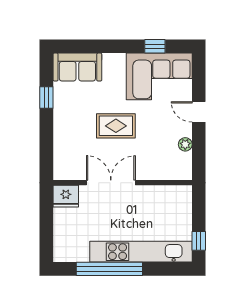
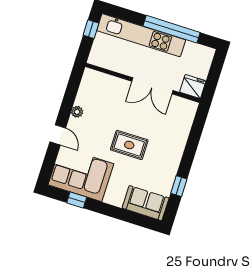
double door: (111, 183) -> (152, 86), moved
wall: (123, 183) -> (143, 83), moved
fridge: (66, 196) -> (193, 86), moved

